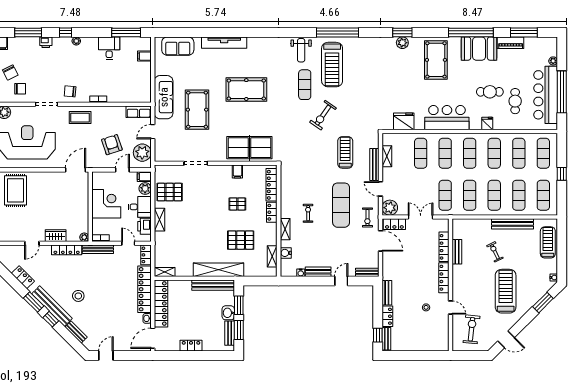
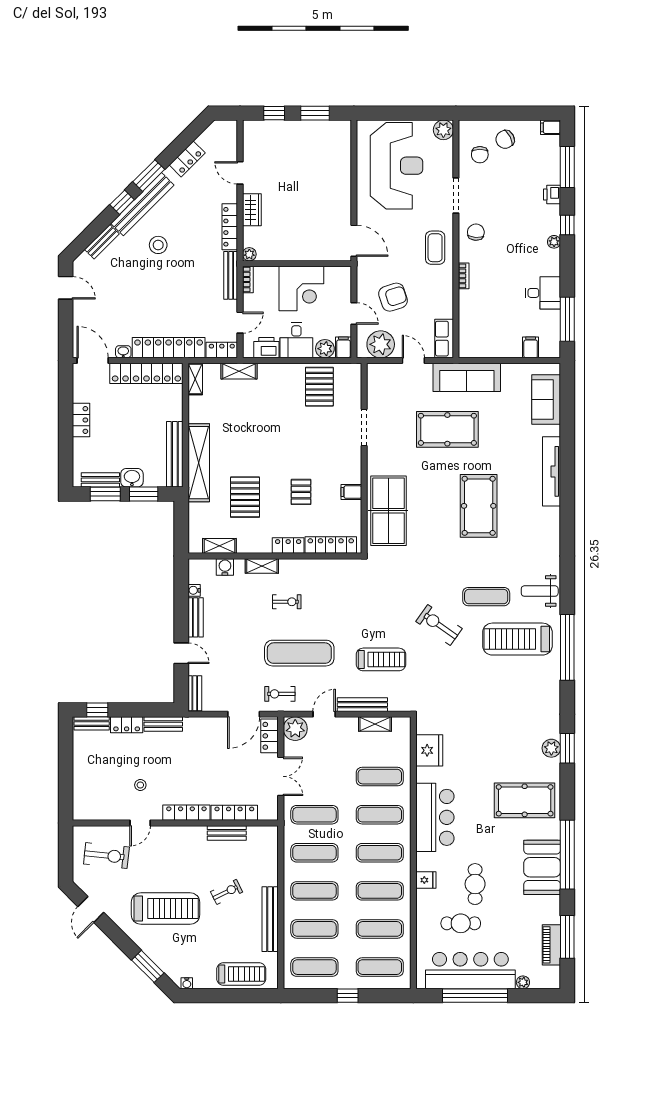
piano: (511, 43) -> (551, 945), moved
rug: (16, 190) -> (322, 148), removed
shelving: (159, 220) -> (239, 371), moved

